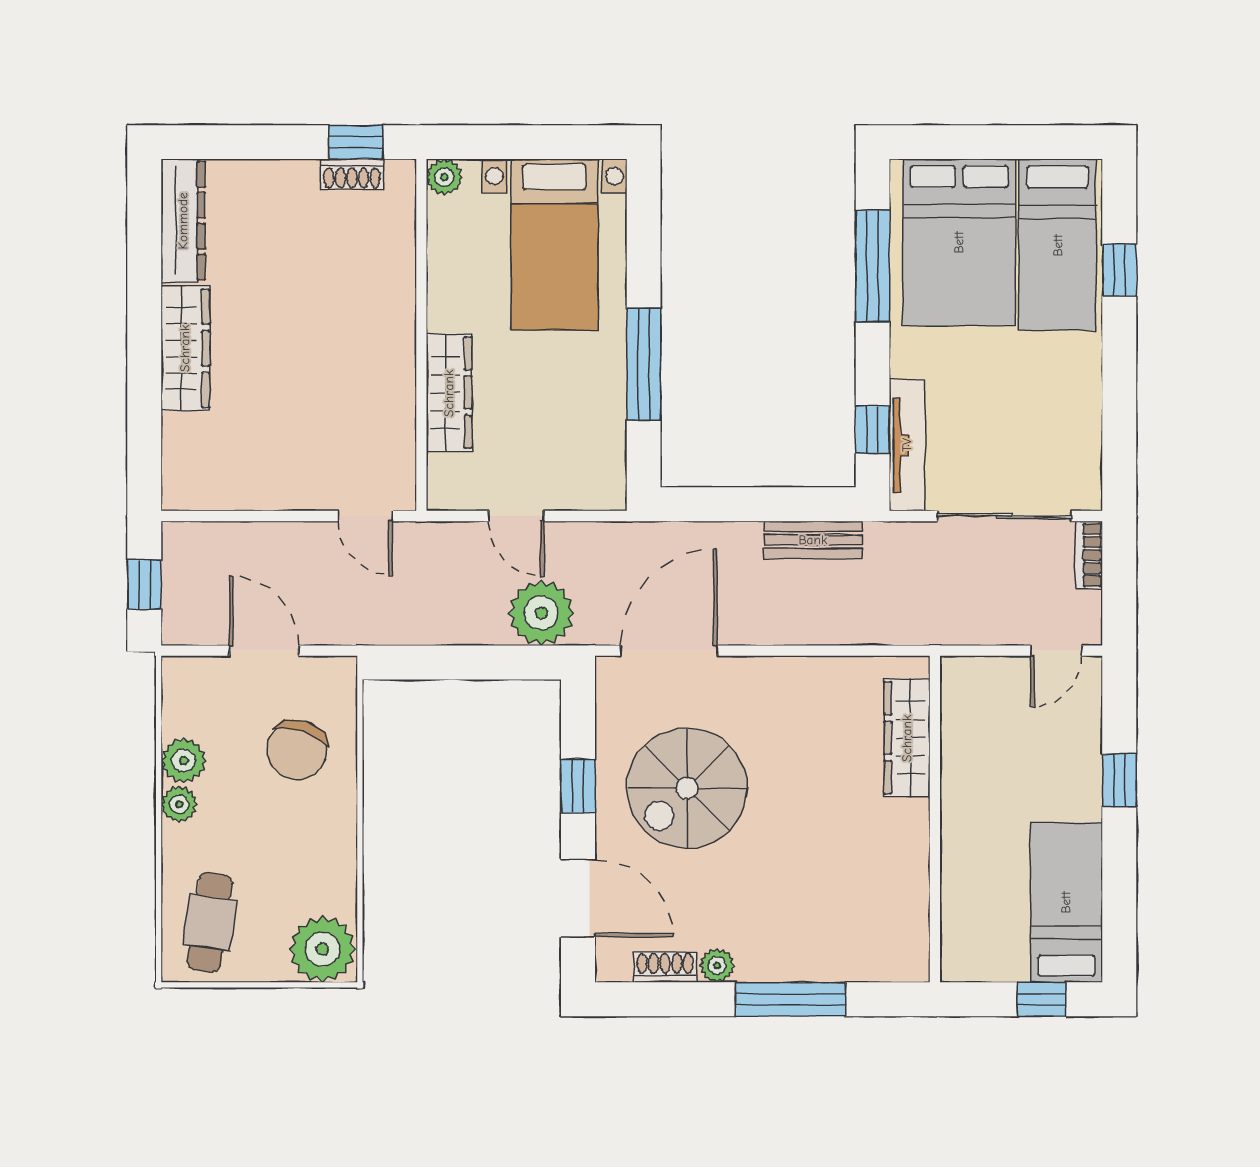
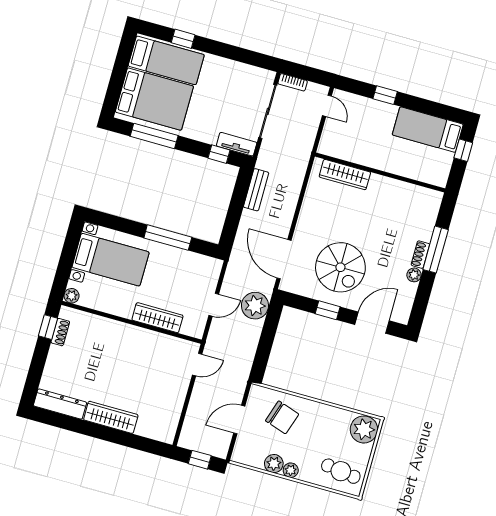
tv unit: (907, 445) -> (237, 144), width x0.71
shoe rack: (665, 967) -> (420, 255), moved

